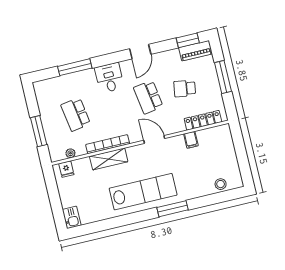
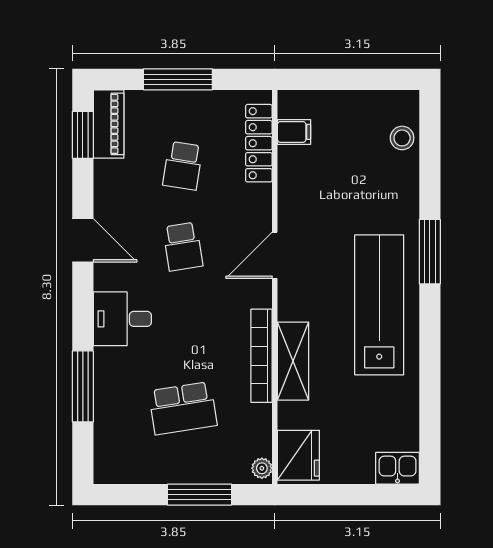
school desk: (148, 97) -> (183, 247), width x0.54
filing cabinet: (191, 140) -> (294, 132), moved
plant: (70, 153) -> (262, 468), moved
fridge: (66, 169) -> (298, 455), width x1.88, depth x1.34

